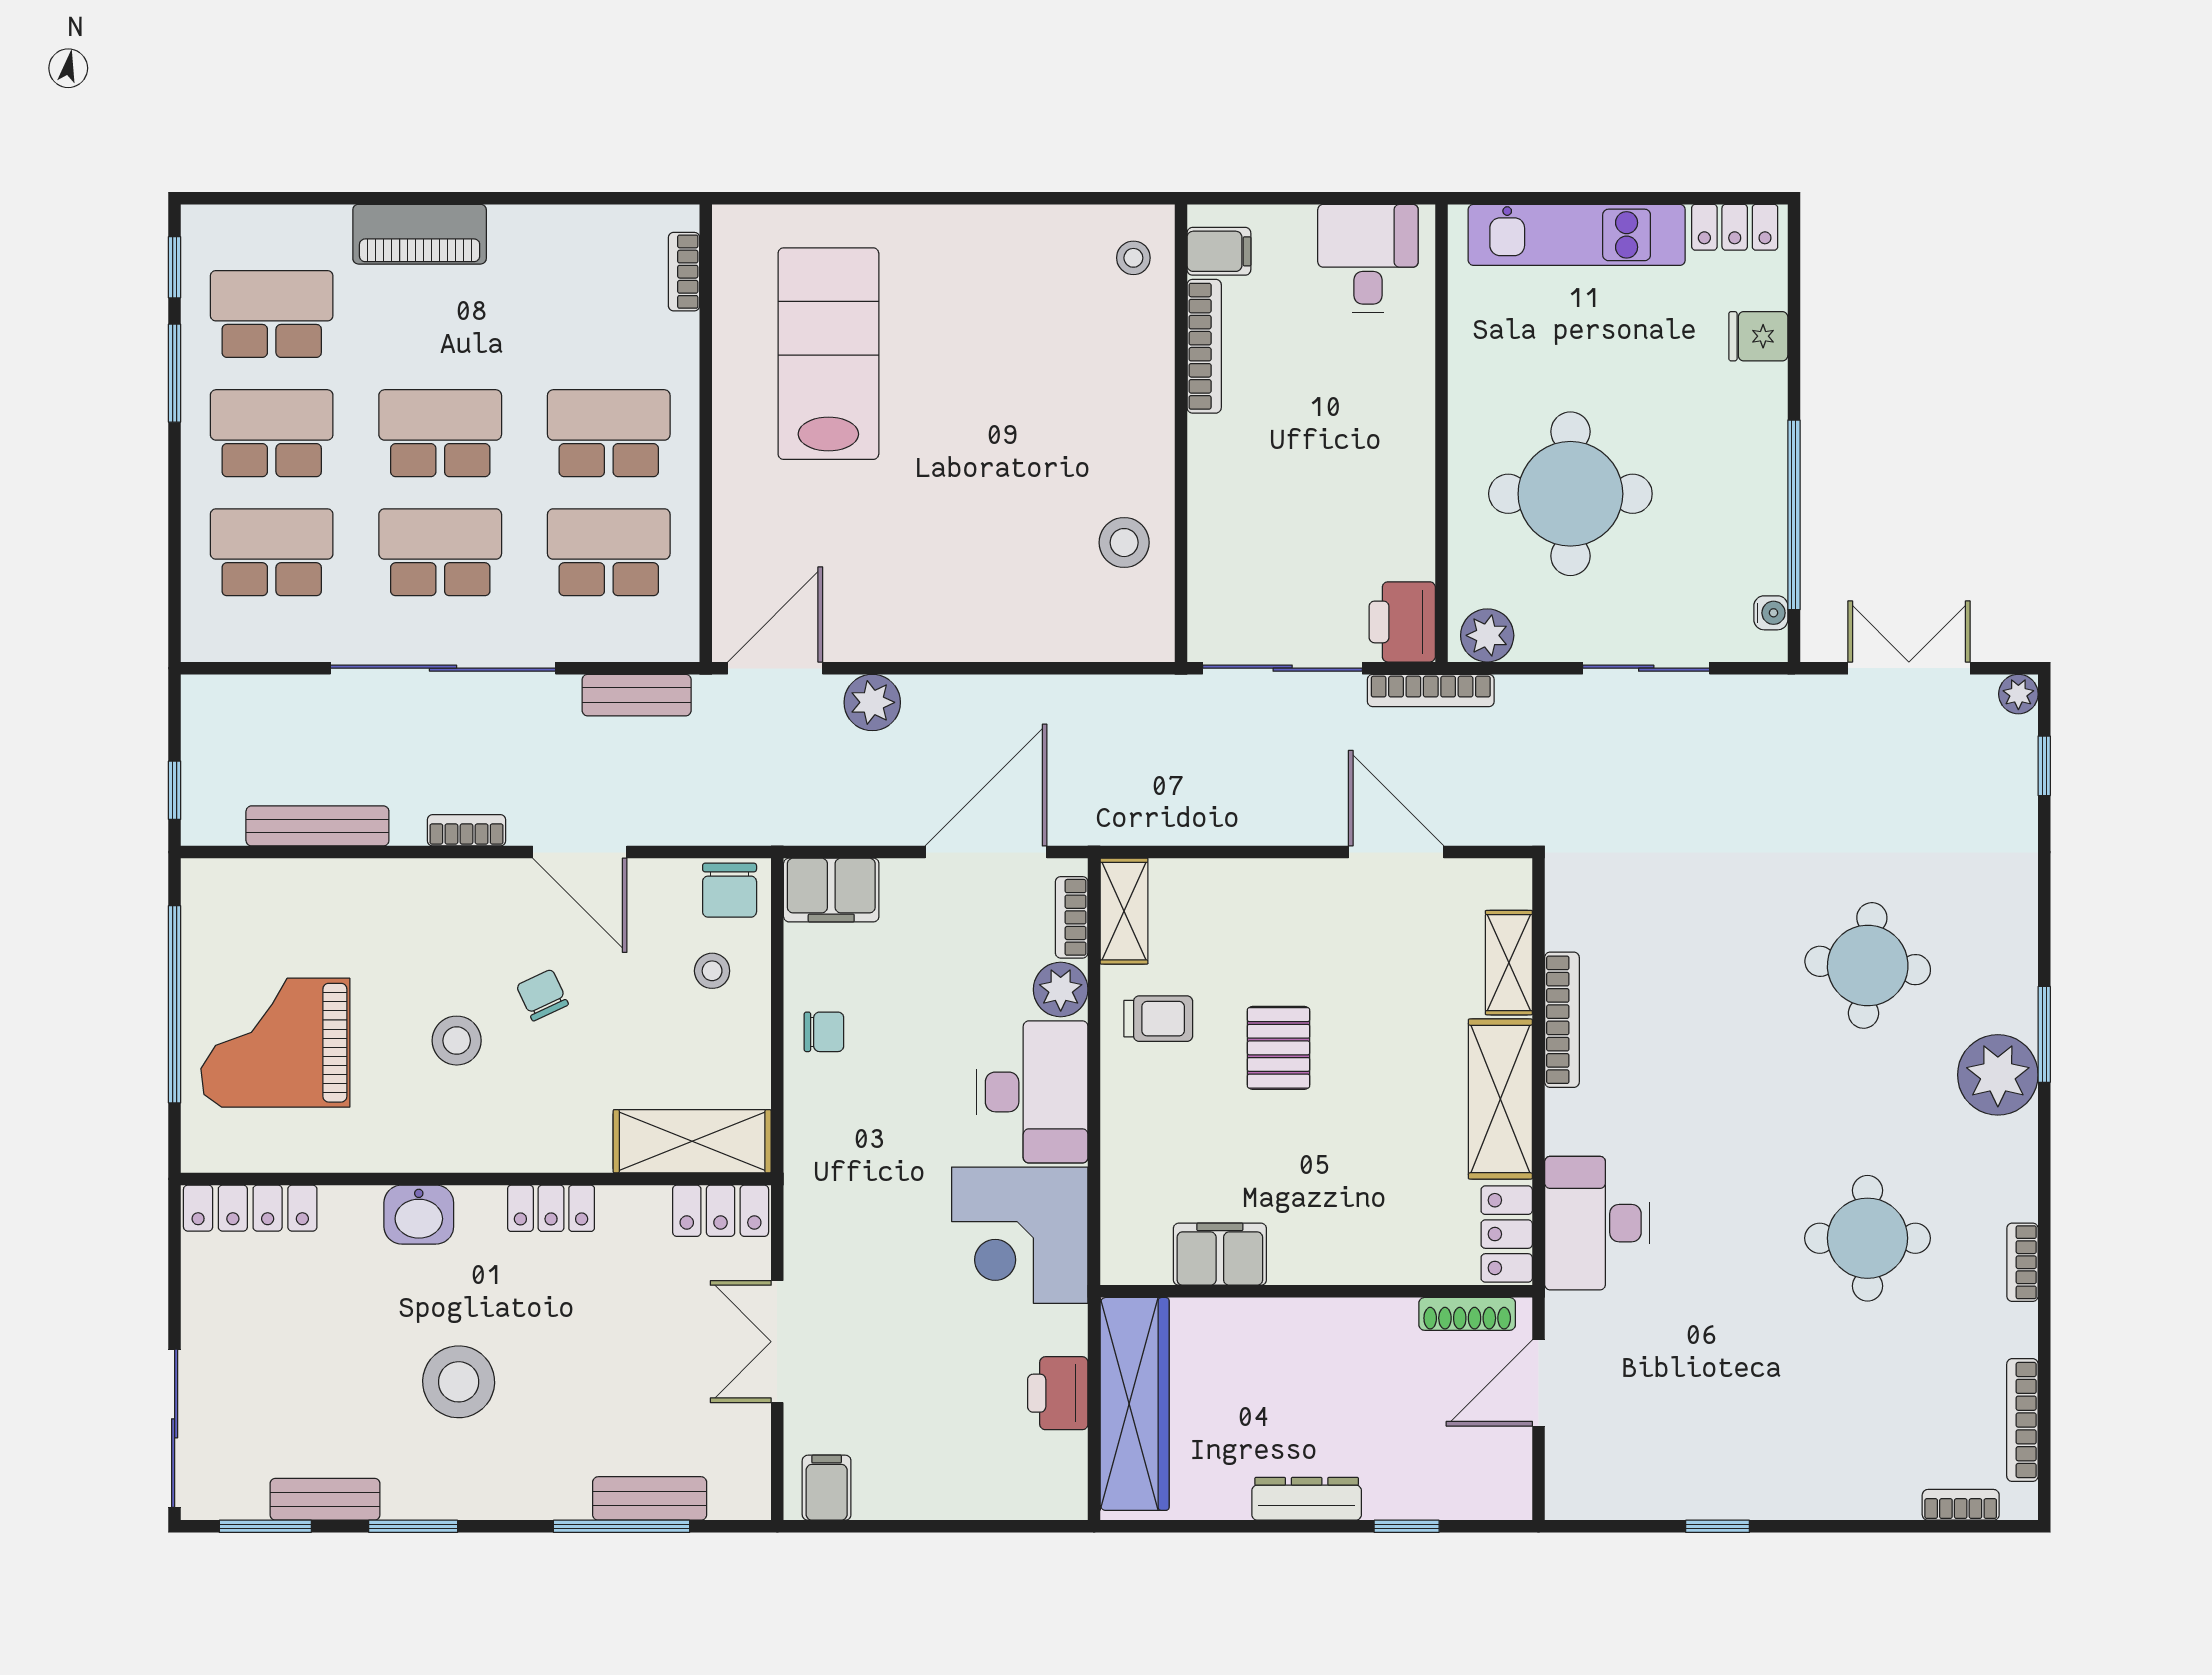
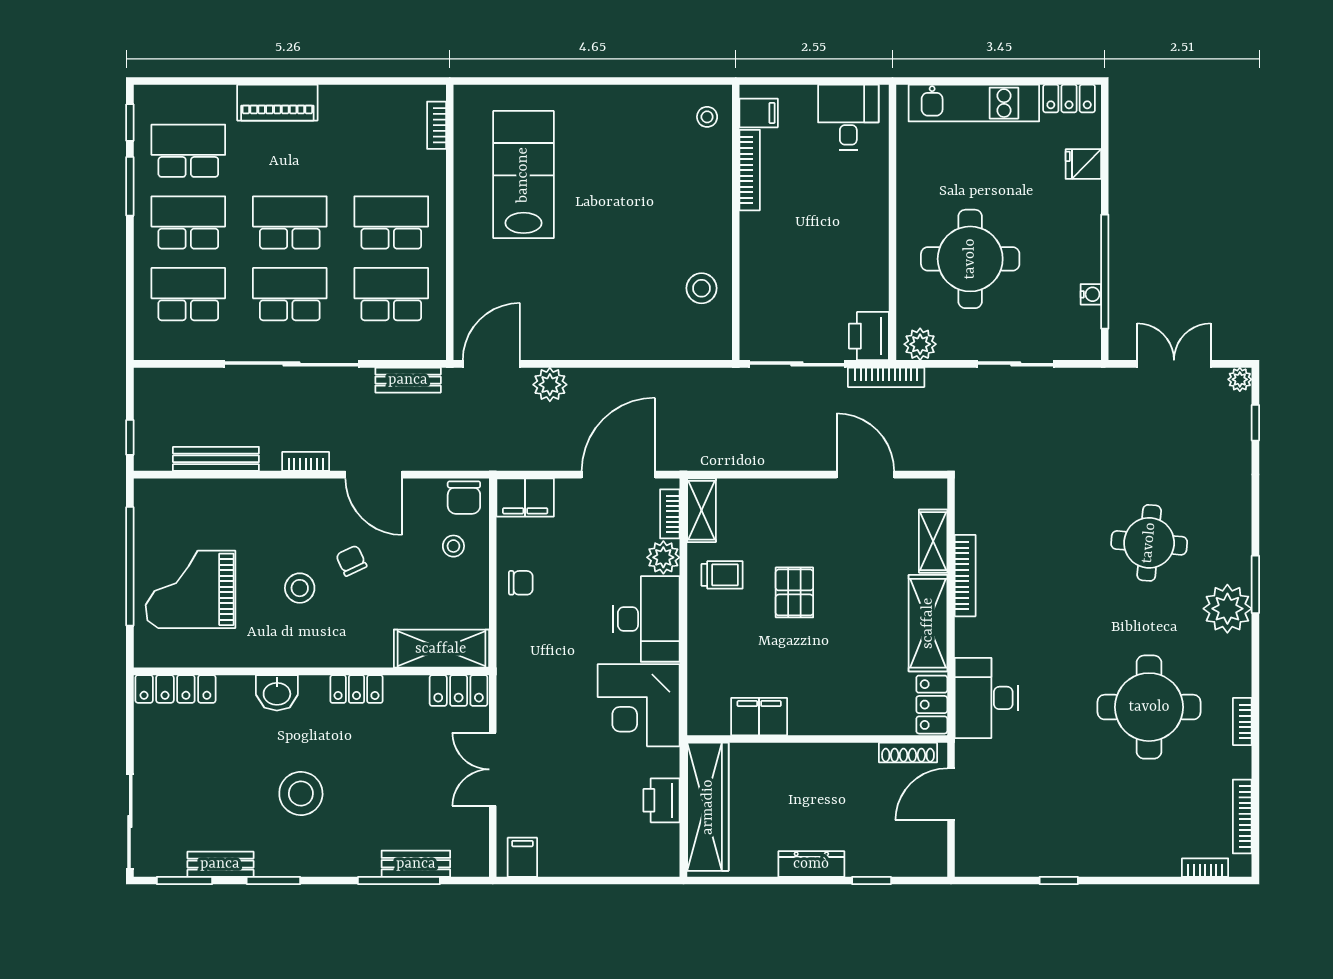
water cooler: (1771, 613) -> (1091, 294), moved
round table: (1867, 1238) -> (1149, 707), width x1.36, depth x1.36

